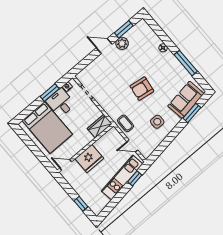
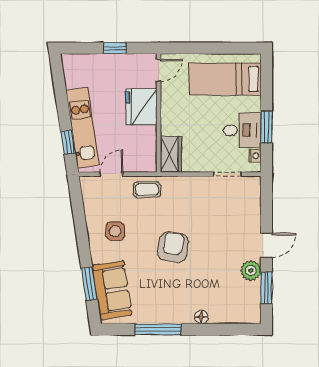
bed: (47, 127) -> (225, 79), width x0.67
window: (81, 204) -> (115, 48), moved

